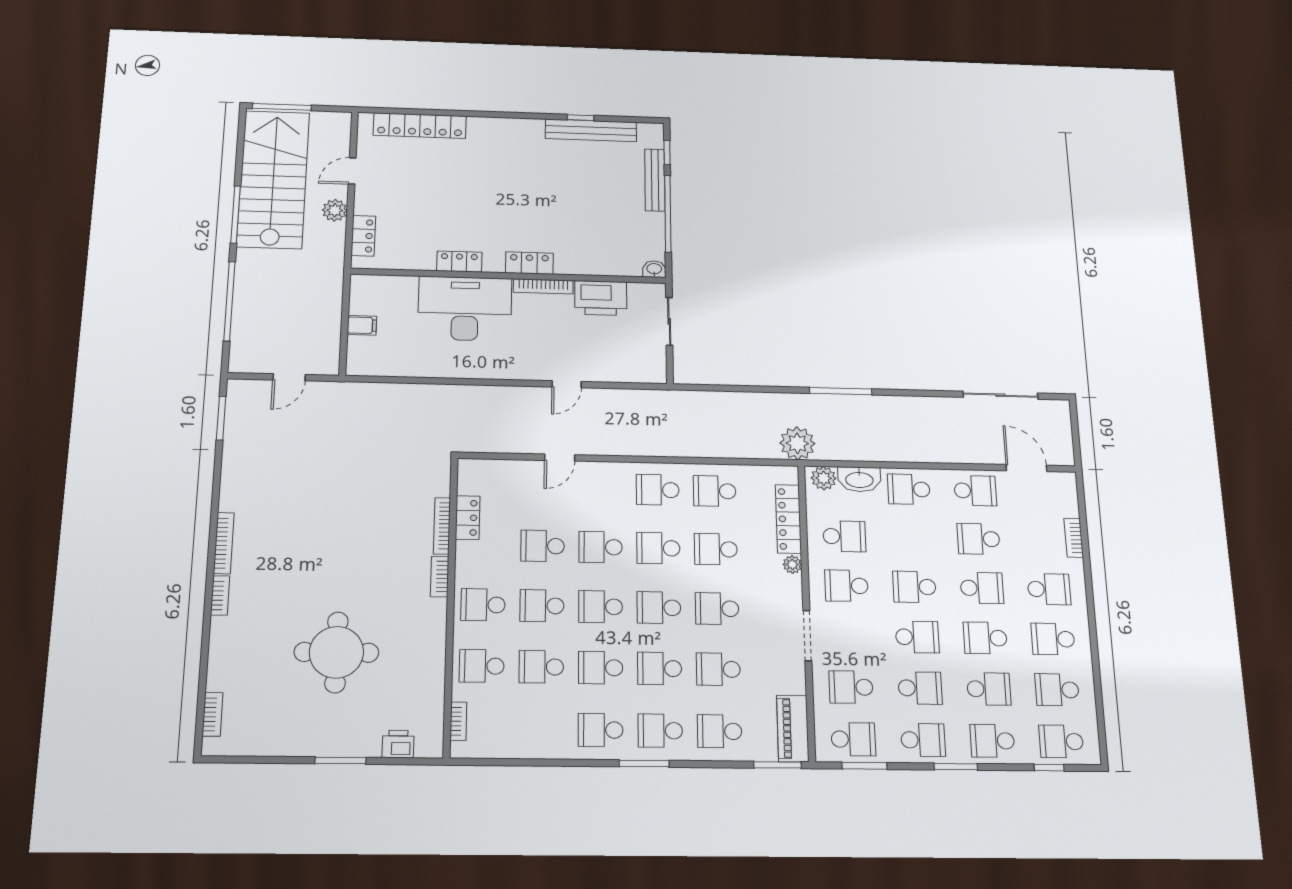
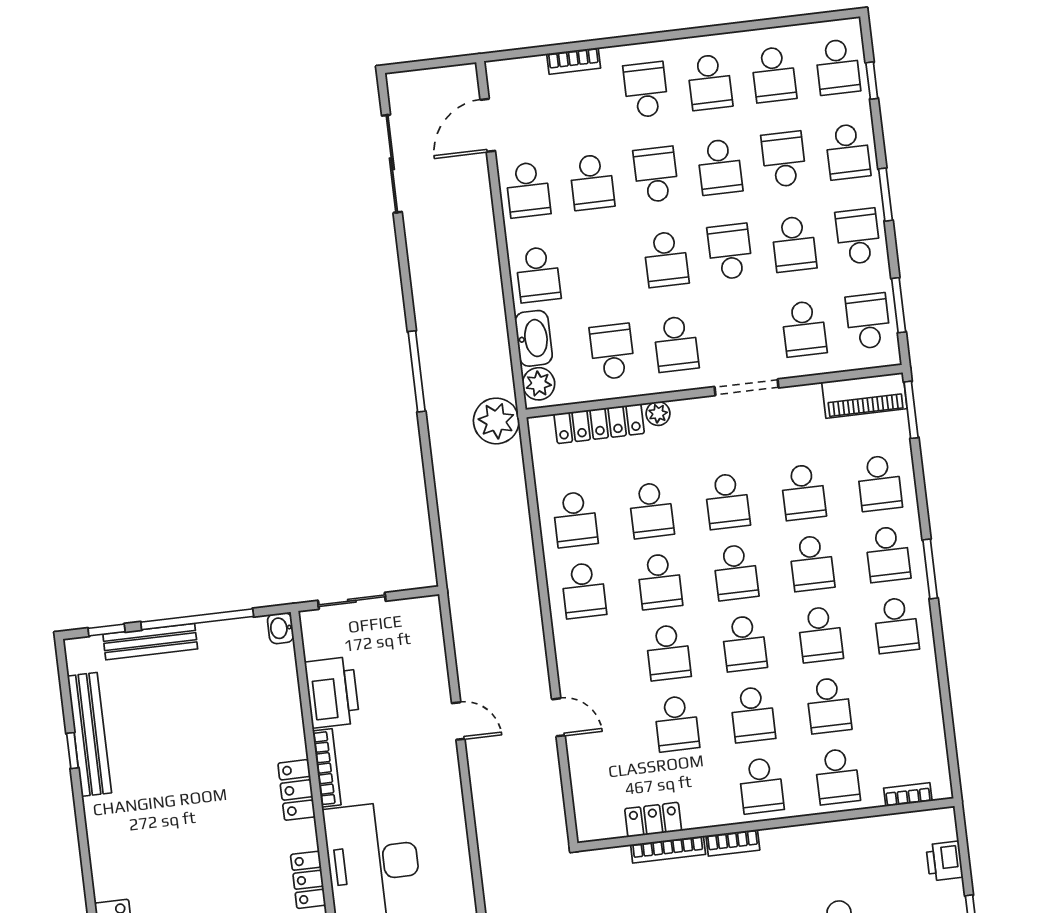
school desk: (975, 491) -> (528, 190), turned 180
school desk: (920, 688) -> (794, 244), turned 180

